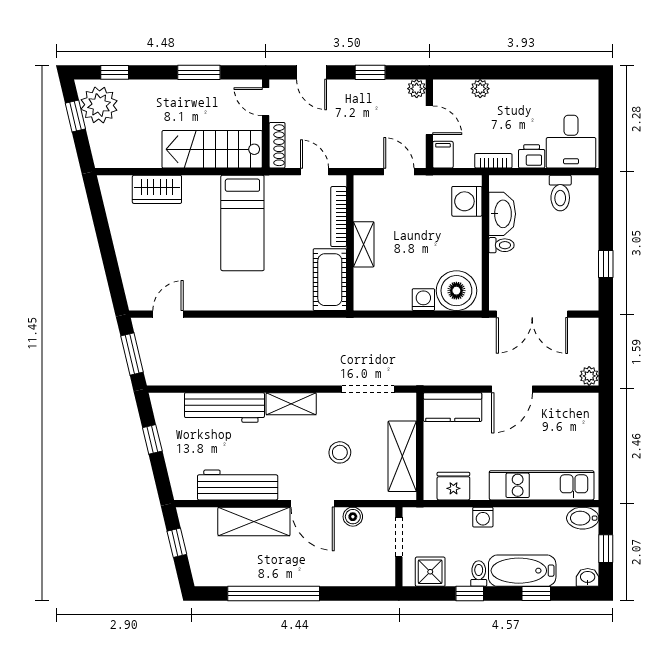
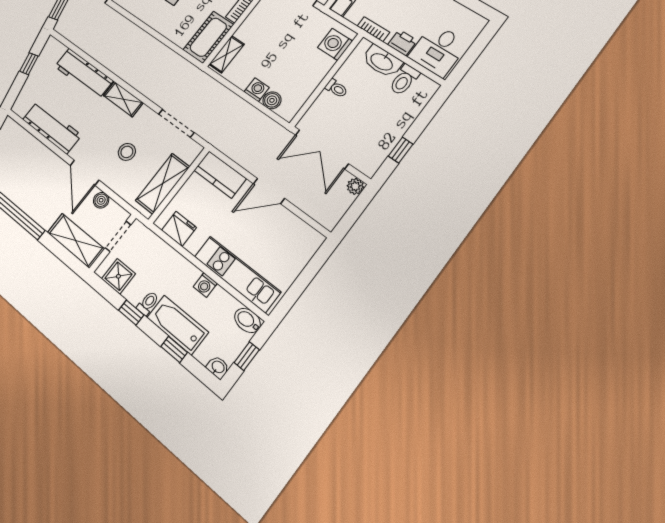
washbasin: (502, 214) -> (382, 61), moved, turned 90
shelving: (364, 244) -> (227, 54), moved
boiler: (456, 291) -> (272, 100), width x0.54, depth x0.54
plant: (589, 376) -> (355, 186), moved
washing machine: (483, 517) -> (205, 285), moved
shelving: (254, 521) -> (76, 241), moved

